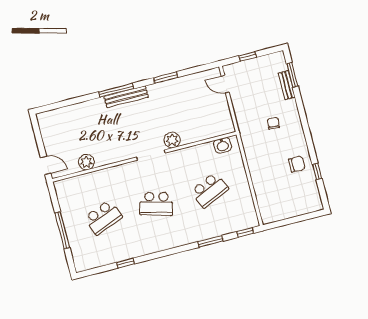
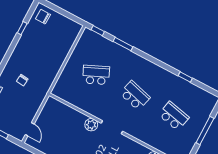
washbasin: (223, 145) -> (64, 94), removed
chair: (297, 164) -> (43, 17), moved
school desk: (103, 217) -> (174, 116), turned 33

